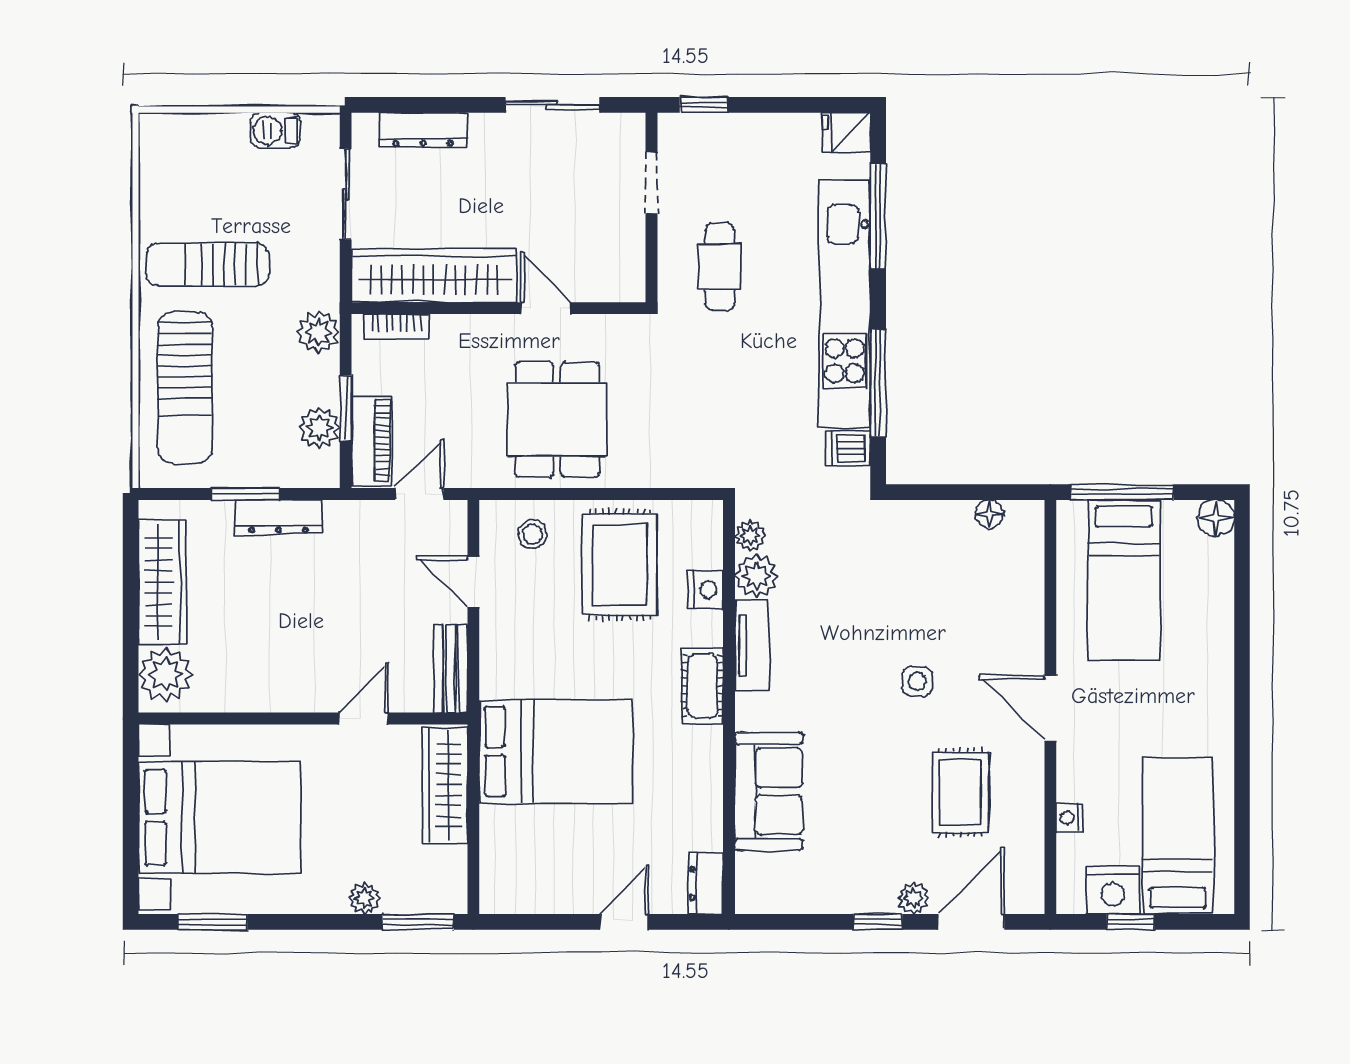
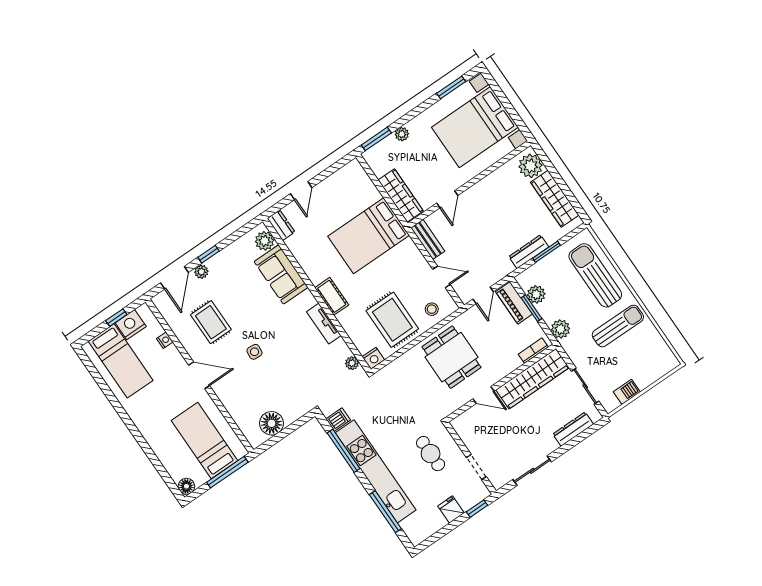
fridge: (846, 133) -> (451, 509), moved, turned -90
floor lamp: (989, 514) -> (272, 423), width x1.89, depth x1.89
plant: (756, 576) -> (265, 241), moved
nightstand: (706, 590) -> (373, 358), moved, turned -90

